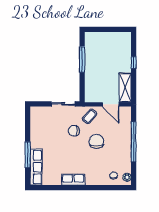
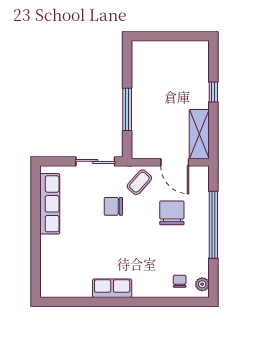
window: (82, 59) -> (127, 109), moved
chair: (96, 141) -> (172, 213), moved
window: (28, 155) -> (36, 247), removed
row of seats: (36, 167) -> (50, 204), moved

